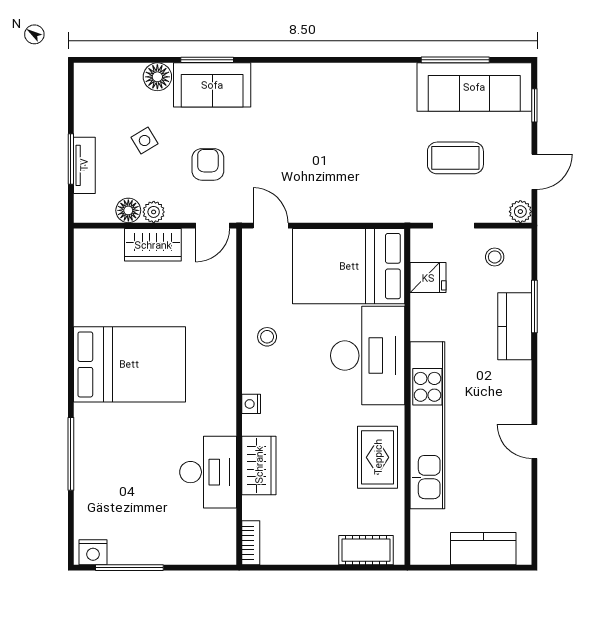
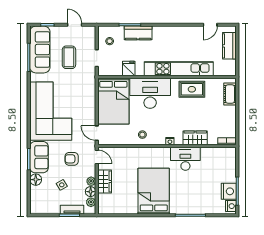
corner sofa: (324, 114) -> (51, 111), added
plant: (520, 212) -> (91, 202), moved
door: (271, 226) -> (97, 133), hinge flipped
fridge: (428, 278) -> (129, 68), moved
door: (534, 442) -> (210, 25), moved
desk: (208, 472) -> (185, 159), moved
nightstand: (129, 547) -> (229, 191), added

